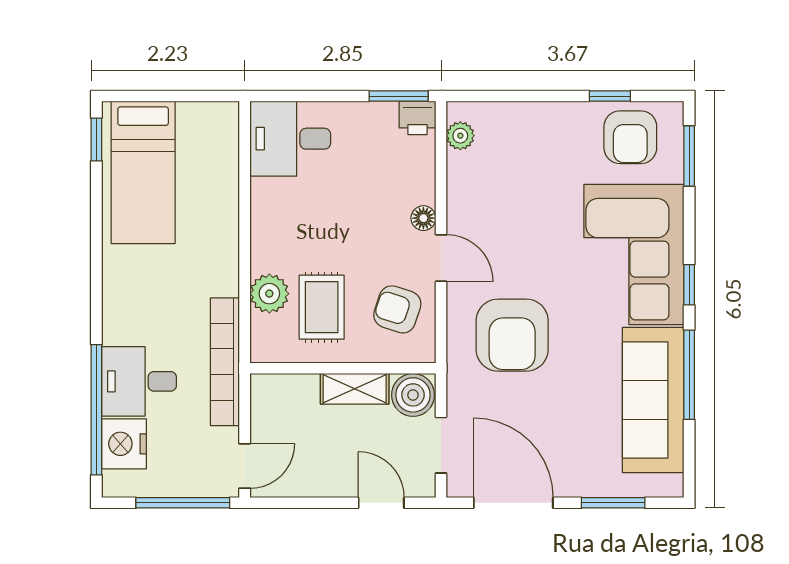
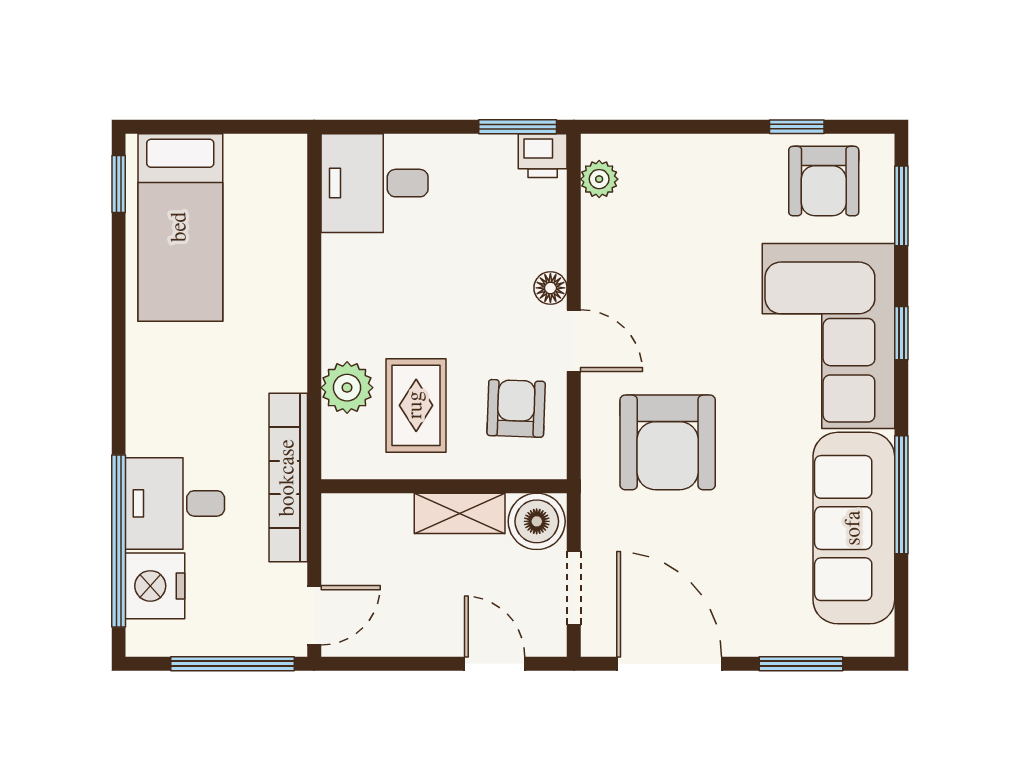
window: (689, 285) -> (901, 333), moved
armchair: (397, 309) -> (516, 408), turned 74

